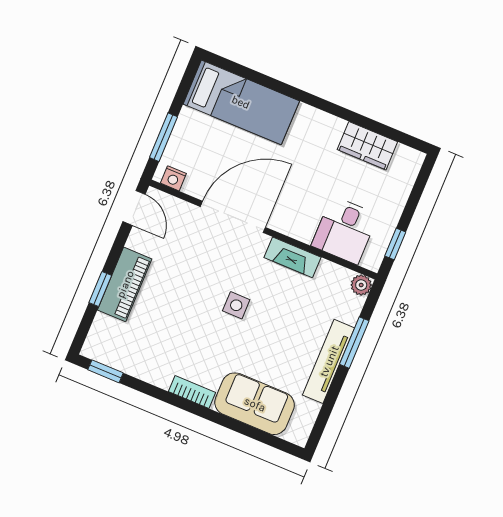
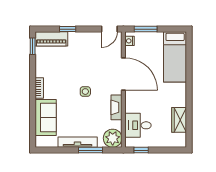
piano: (125, 284) -> (51, 39), moved
plant: (361, 285) -> (113, 138), width x1.88, depth x1.88

